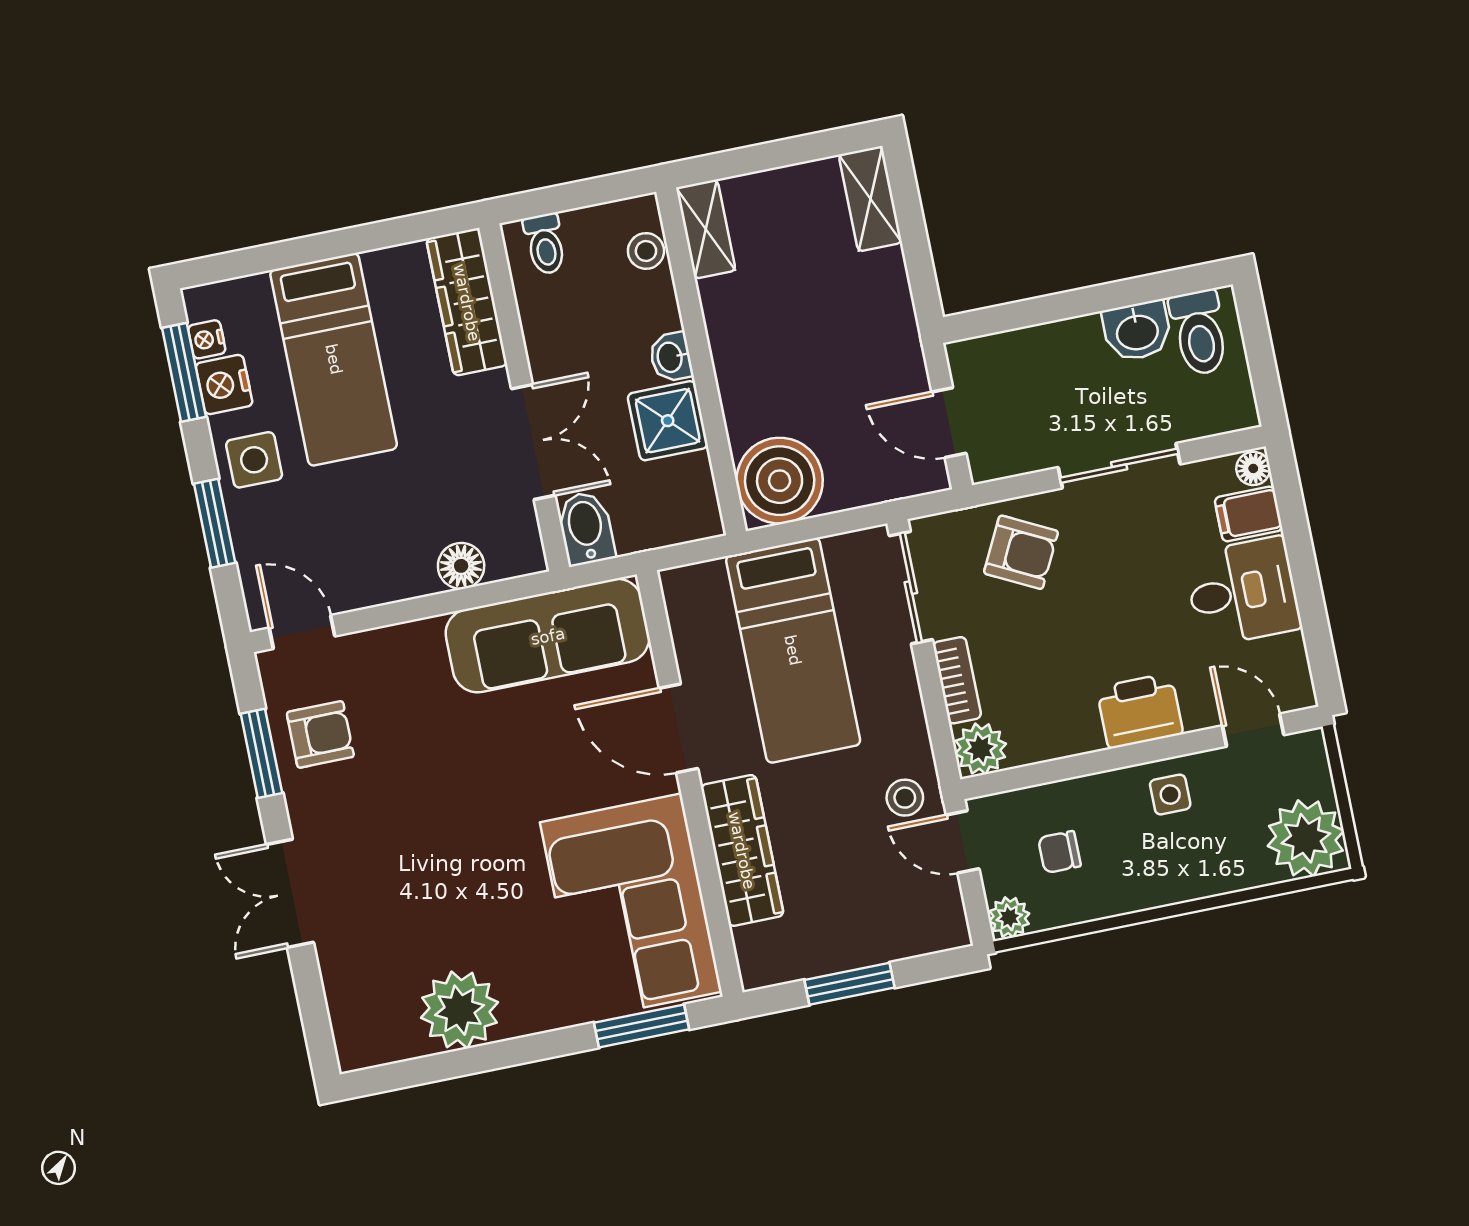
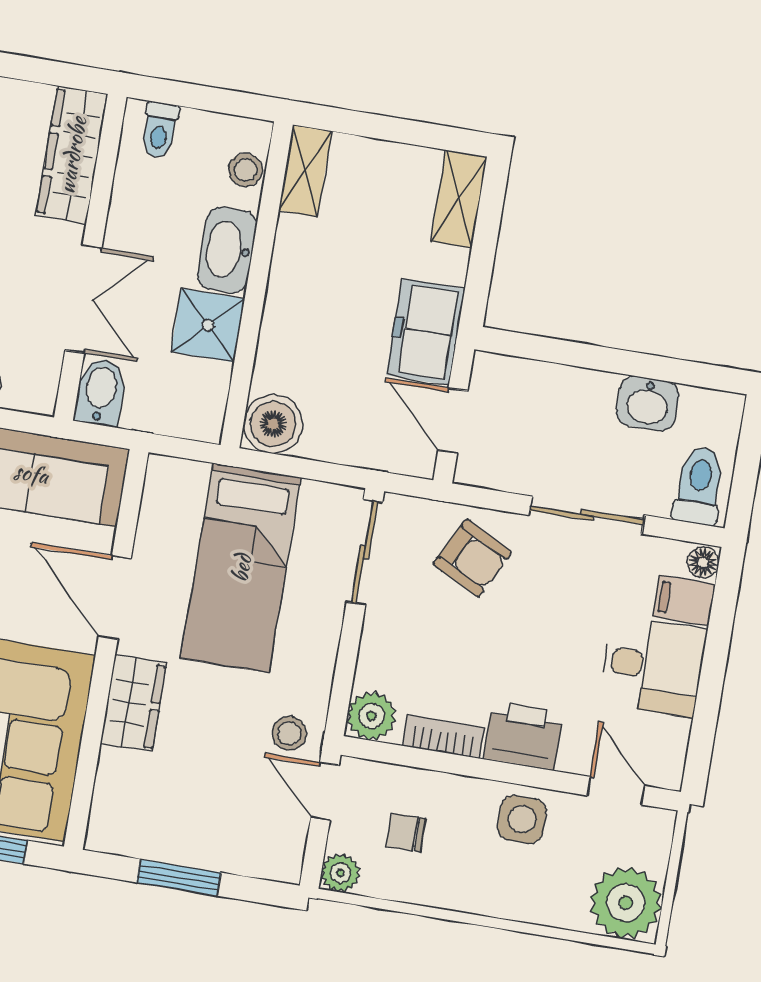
toilet: (1199, 333) -> (699, 486), moved, turned 180
freezer: (888, 344) -> (426, 332), added
washbasin: (671, 357) -> (227, 250), width x1.91, depth x1.45
boiler: (780, 481) -> (273, 424), width x0.73, depth x0.73
bookcase: (957, 680) -> (444, 737), moved, turned -90
side table: (1170, 795) -> (522, 819), width x1.37, depth x1.37
wardrobe: (742, 850) -> (133, 703), width x0.67

